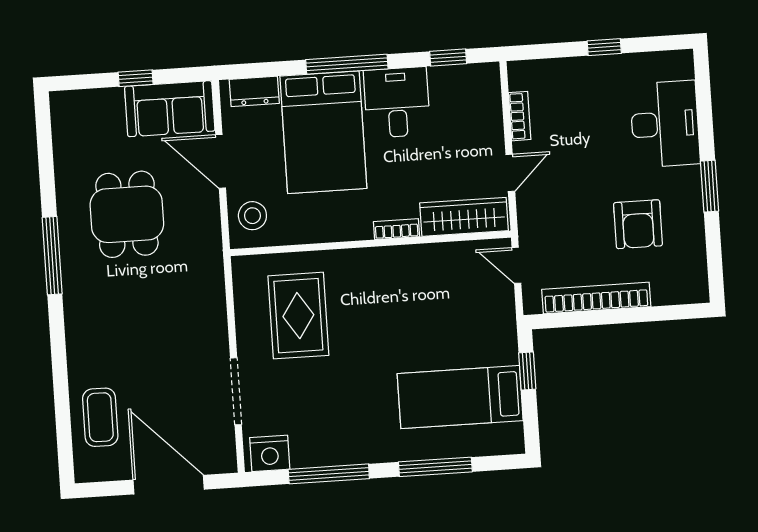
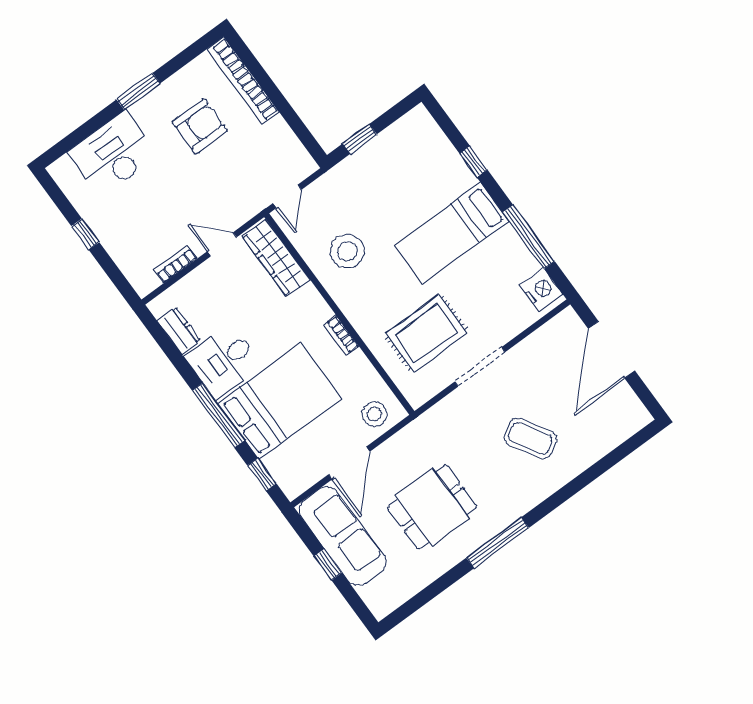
window: (448, 57) -> (262, 475), moved
dresser: (254, 91) -> (179, 331), moved
sofa: (170, 109) -> (343, 536), width x1.36
bookcase: (397, 229) -> (341, 335), moved
stool: (426, 290) -> (347, 251), added
bookcase: (596, 298) -> (243, 81), moved
doorway: (236, 391) -> (480, 367), moved
bed: (460, 397) -> (452, 233), moved, turned 90
coffee table: (100, 417) -> (530, 438), moved, turned 59
window: (435, 467) -> (473, 162), width x0.46

